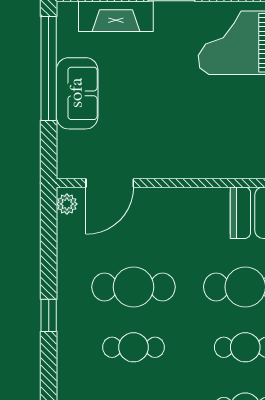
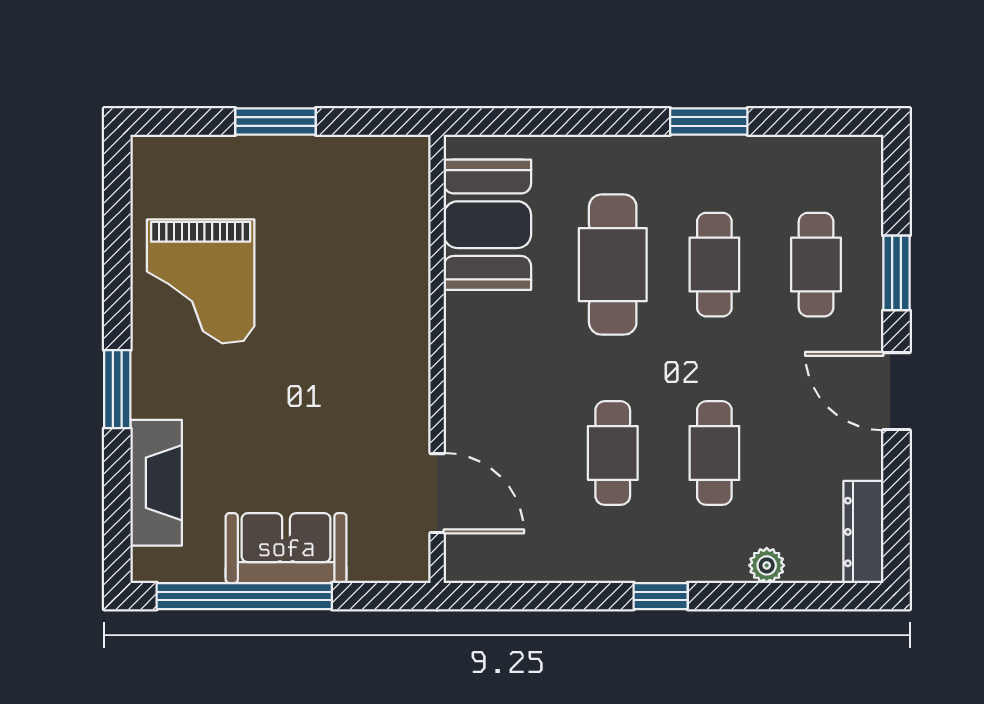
plant: (67, 204) -> (767, 565), moved
cafe table: (133, 287) -> (613, 453), width x0.73, depth x0.74

